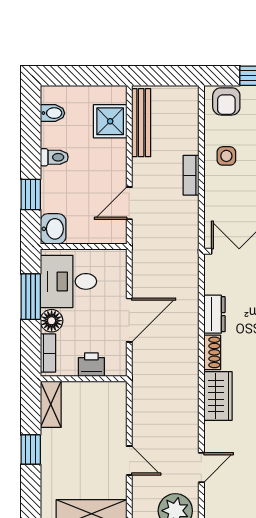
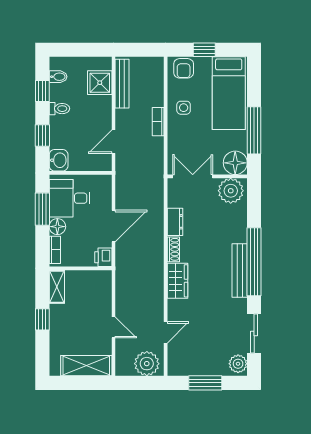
window: (31, 133) -> (42, 91), added
printer: (91, 365) -> (103, 257), moved, turned -90

